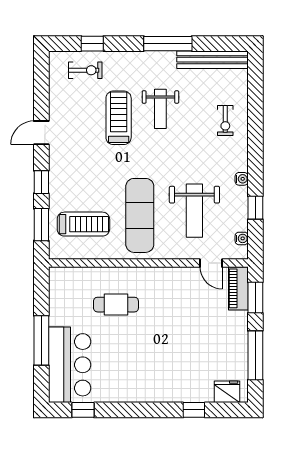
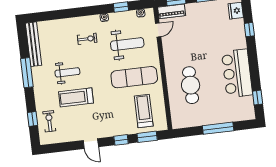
exercise bike: (225, 120) -> (87, 39), moved
cafe table: (116, 305) -> (191, 85), width x1.37, depth x1.35
bar counter: (70, 365) -> (237, 73), moved, turned -90

